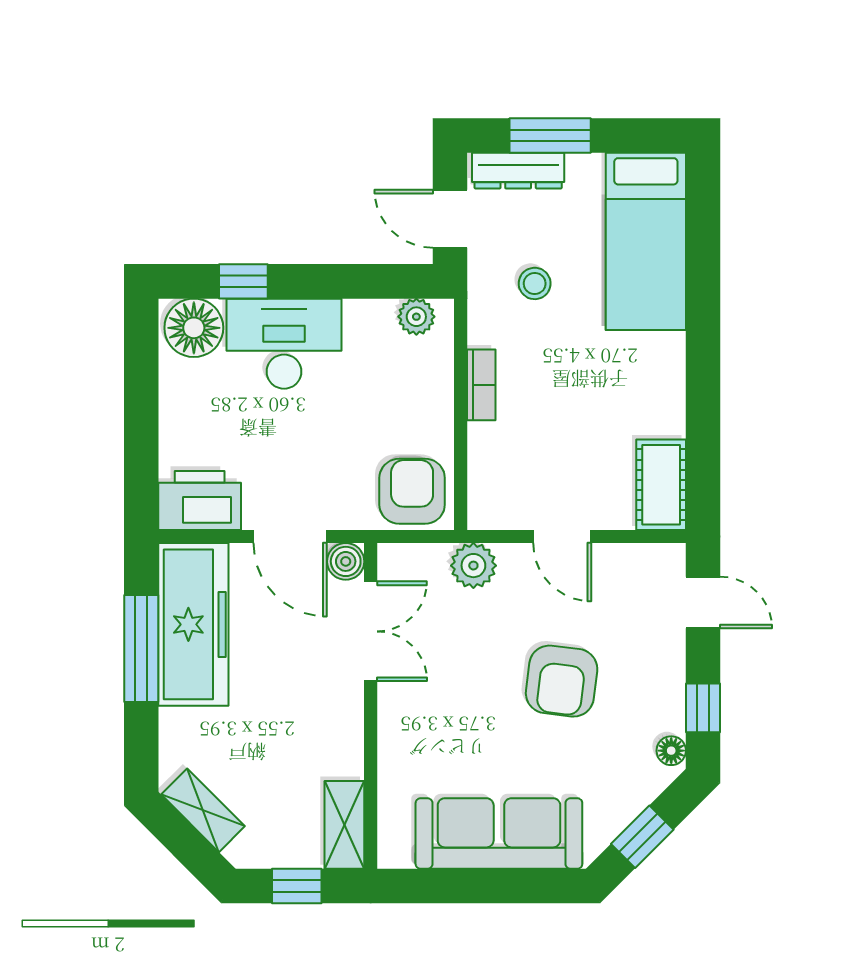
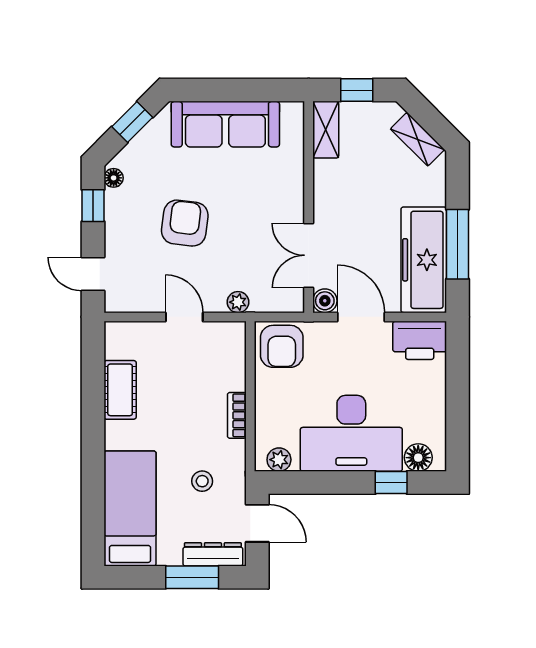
floor lamp: (194, 328) -> (418, 458), width x0.73, depth x0.73
desk: (284, 344) -> (351, 433), width x1.36, depth x1.30
cot: (661, 485) -> (120, 390), moved
plant: (473, 566) -> (238, 302), width x0.73, depth x0.73

